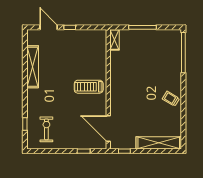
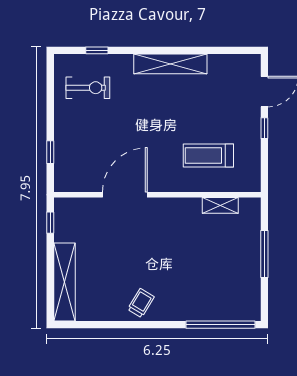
shelving: (114, 40) -> (220, 205), moved
shelving: (33, 67) -> (170, 64), moved
treadmill: (89, 87) -> (208, 156), moved, turned -90
door: (108, 129) -> (125, 195), moved

